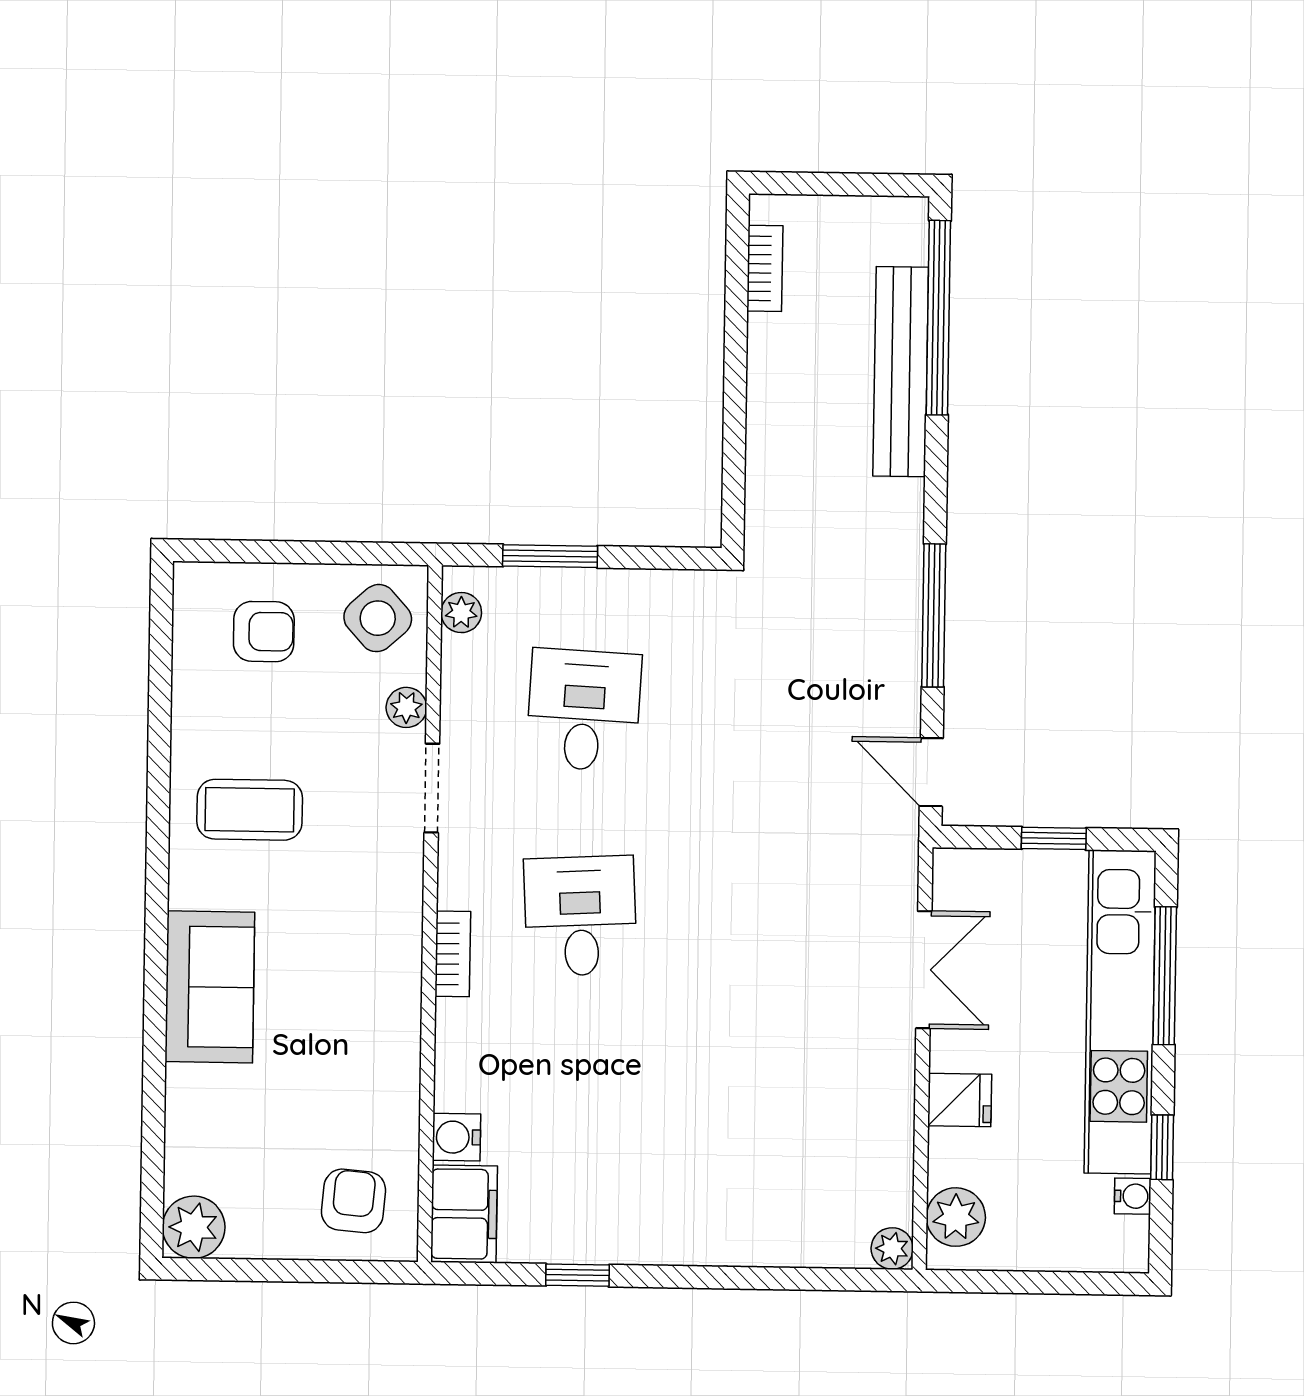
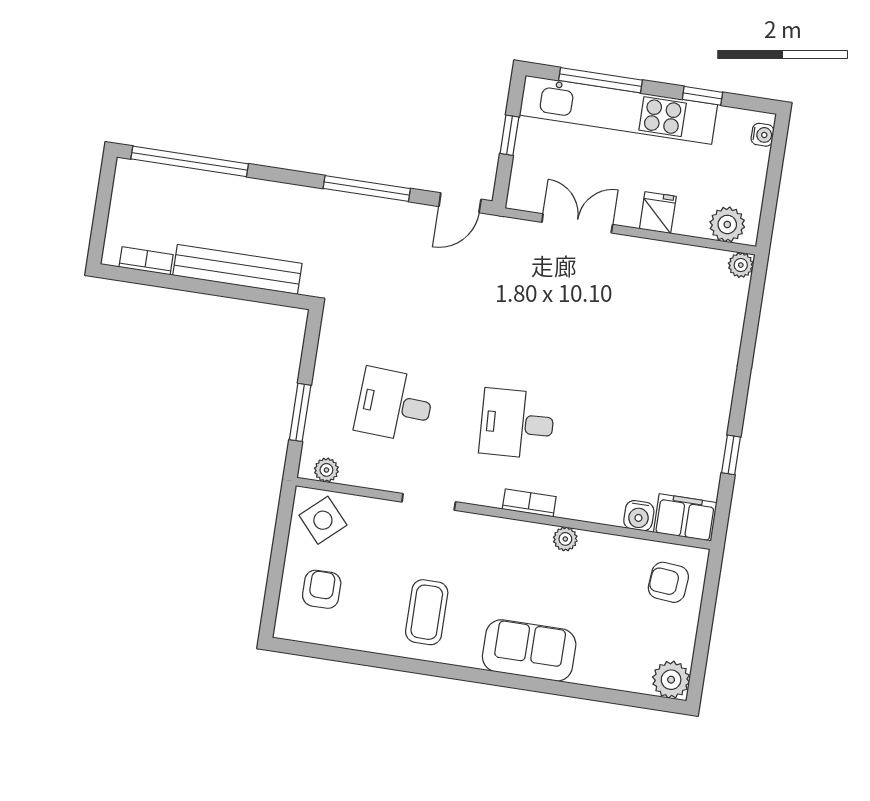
bench: (901, 372) -> (237, 269), moved
plant: (406, 707) -> (565, 539), moved
water cooler: (1133, 1196) -> (763, 135), moved, turned 90

